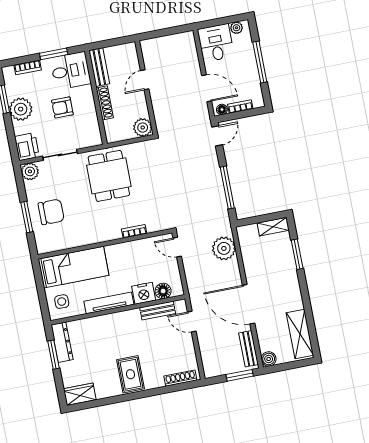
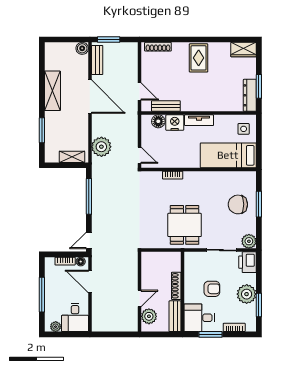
plant: (143, 128) -> (149, 316), moved
shelving: (273, 227) -> (72, 157), moved
tv unit: (109, 303) -> (199, 120), width x0.71
shelving: (300, 334) -> (52, 91), moved

